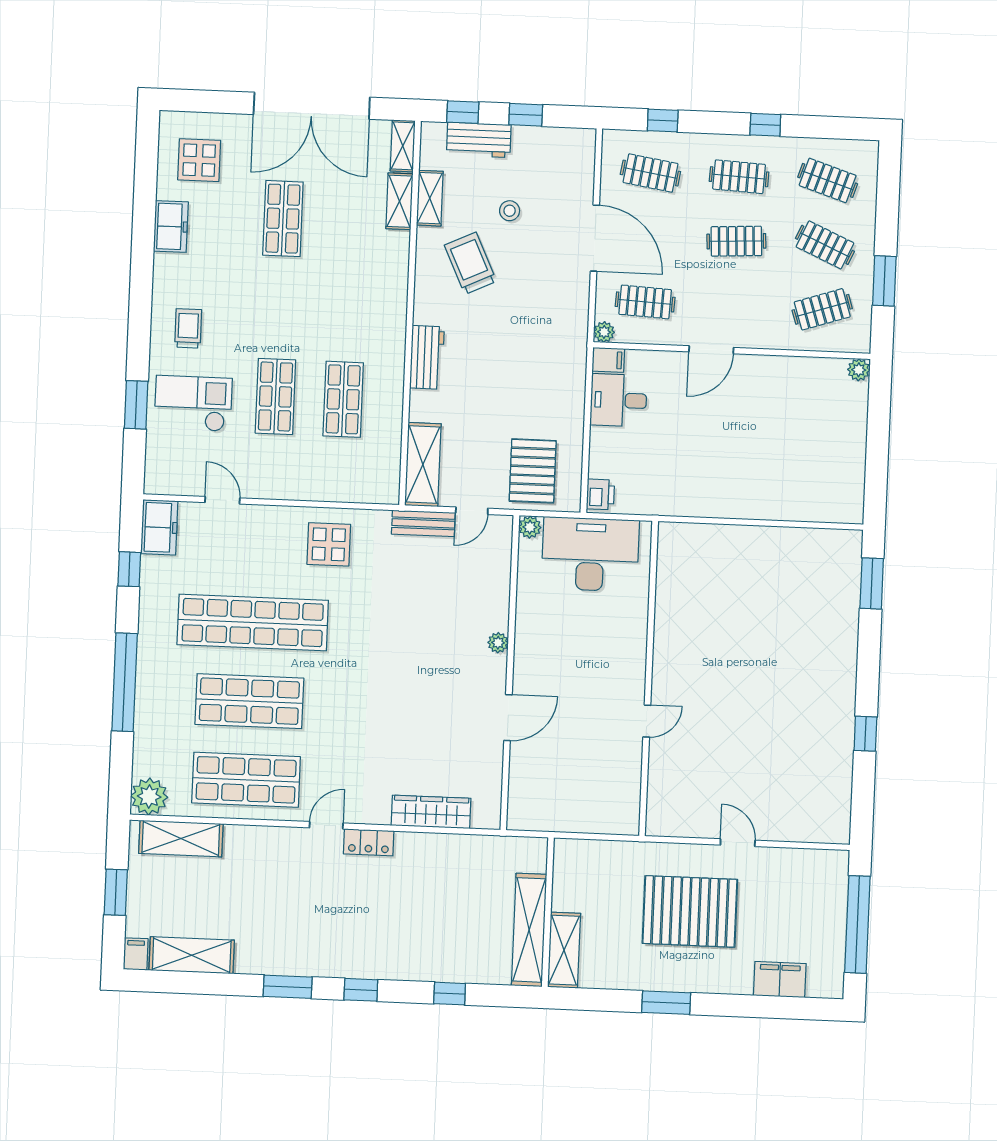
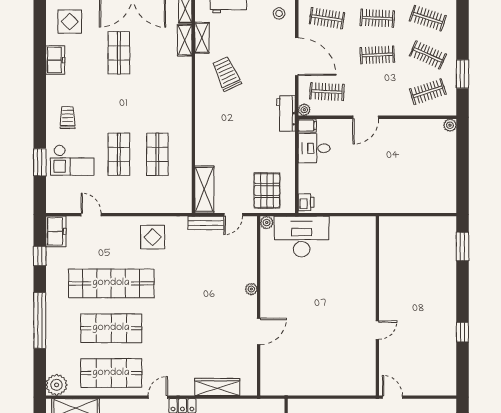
stool: (510, 211) -> (279, 13), moved
workbench: (427, 357) -> (286, 113), moved, turned 180
checkout: (193, 403) -> (72, 160), turned 180
wall: (649, 678) -> (377, 306), moved
door: (647, 721) -> (377, 330), moved

